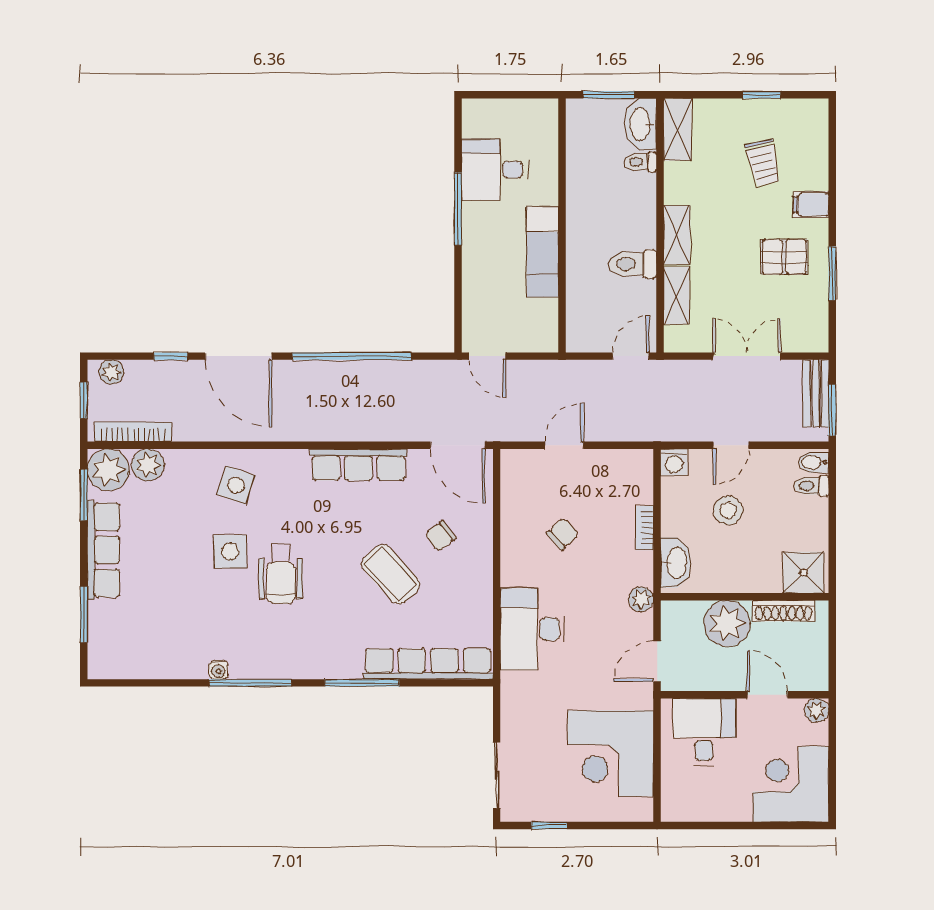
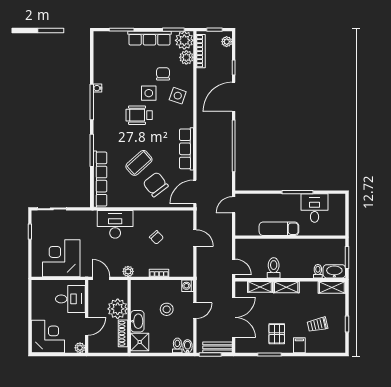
double door: (747, 356) -> (234, 317), width x1.37
door: (731, 445) -> (195, 311), swing flipped
chair: (186, 519) -> (163, 74), added
chair: (440, 536) -> (156, 184), width x1.87, depth x1.87
washbasin: (676, 563) -> (137, 321), moved, turned -90

